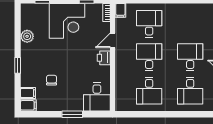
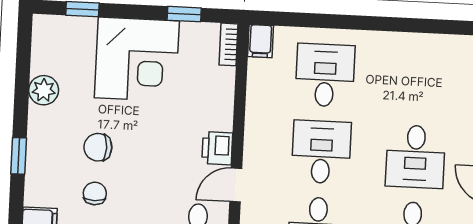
door: (113, 40) -> (236, 185), moved
desk: (190, 57) -> (415, 157), turned 180
chair: (52, 60) -> (98, 147), added

